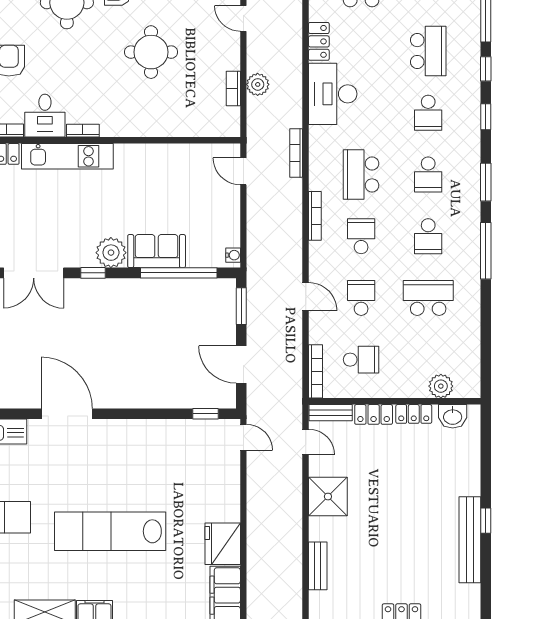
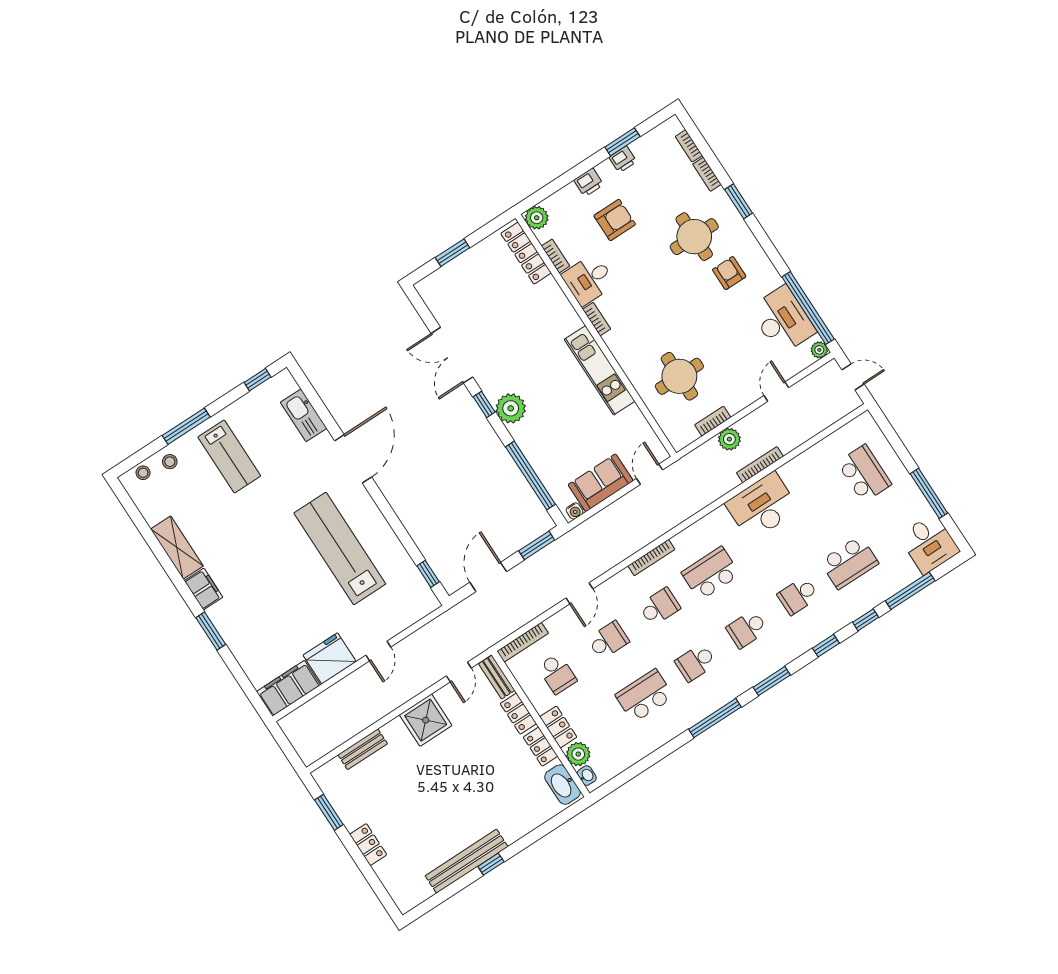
locker: (319, 41) -> (558, 727), moved, turned -90
round table: (151, 52) -> (679, 376), moved
bookcase: (296, 153) -> (760, 465), moved
kitchen unit: (67, 156) -> (600, 370), moved
sofa: (157, 251) -> (601, 483), moved, turned -90
school desk: (428, 298) -> (645, 696), turned -90
washbasin: (464, 391) -> (587, 776), added
washbasin: (453, 416) -> (562, 785), width x1.38
door: (243, 437) -> (378, 651), moved
lab bench: (110, 531) -> (340, 548), moved

